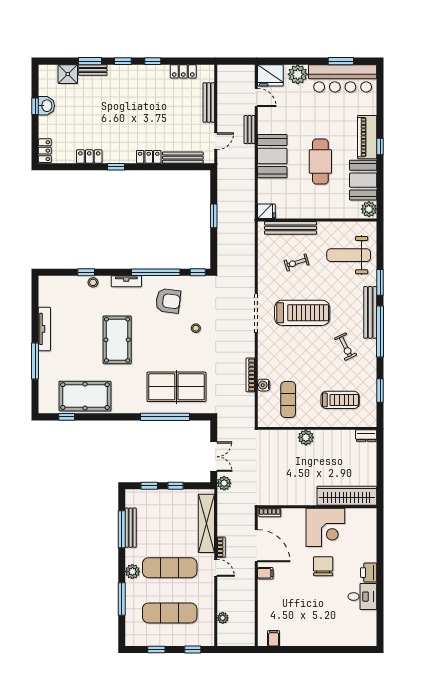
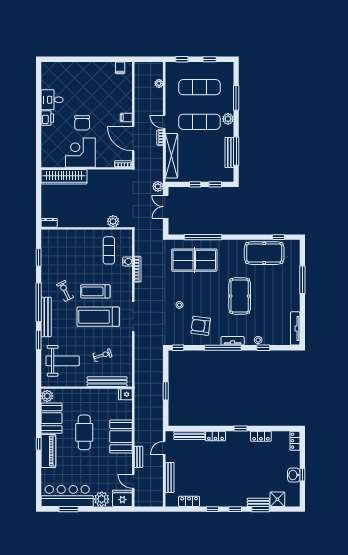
window: (156, 272) -> (223, 348), moved
tv unit: (44, 329) -> (295, 328), moved
treadmill: (340, 400) -> (95, 291), moved
plant: (306, 437) -> (113, 221), moved

